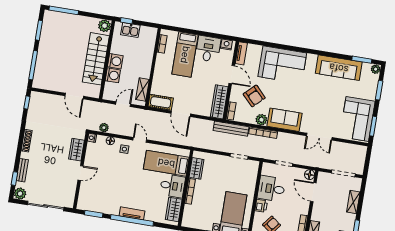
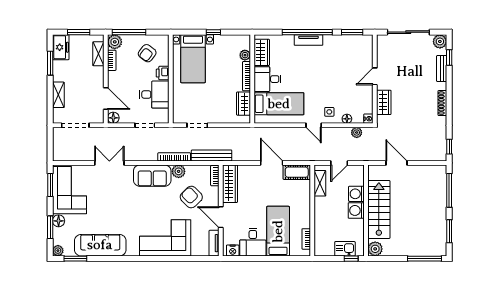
floor lamp: (371, 94) -> (59, 221), added
plant: (188, 209) -> (245, 55), added

